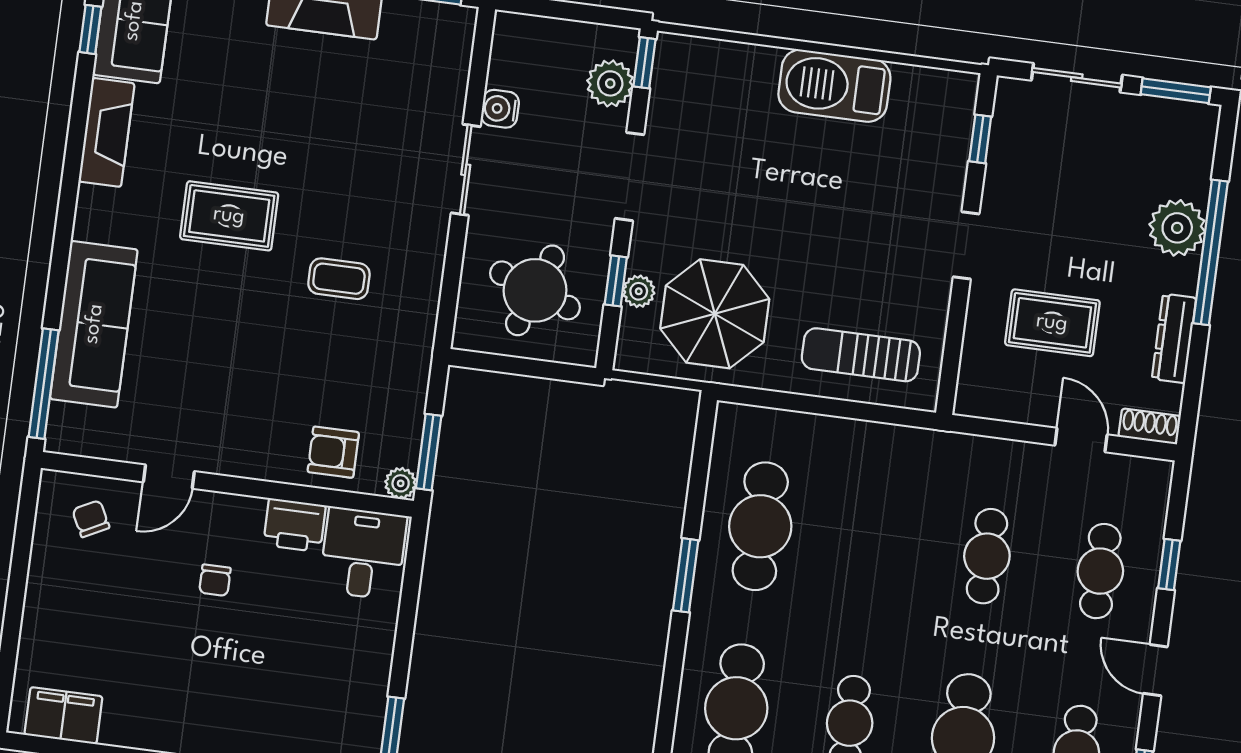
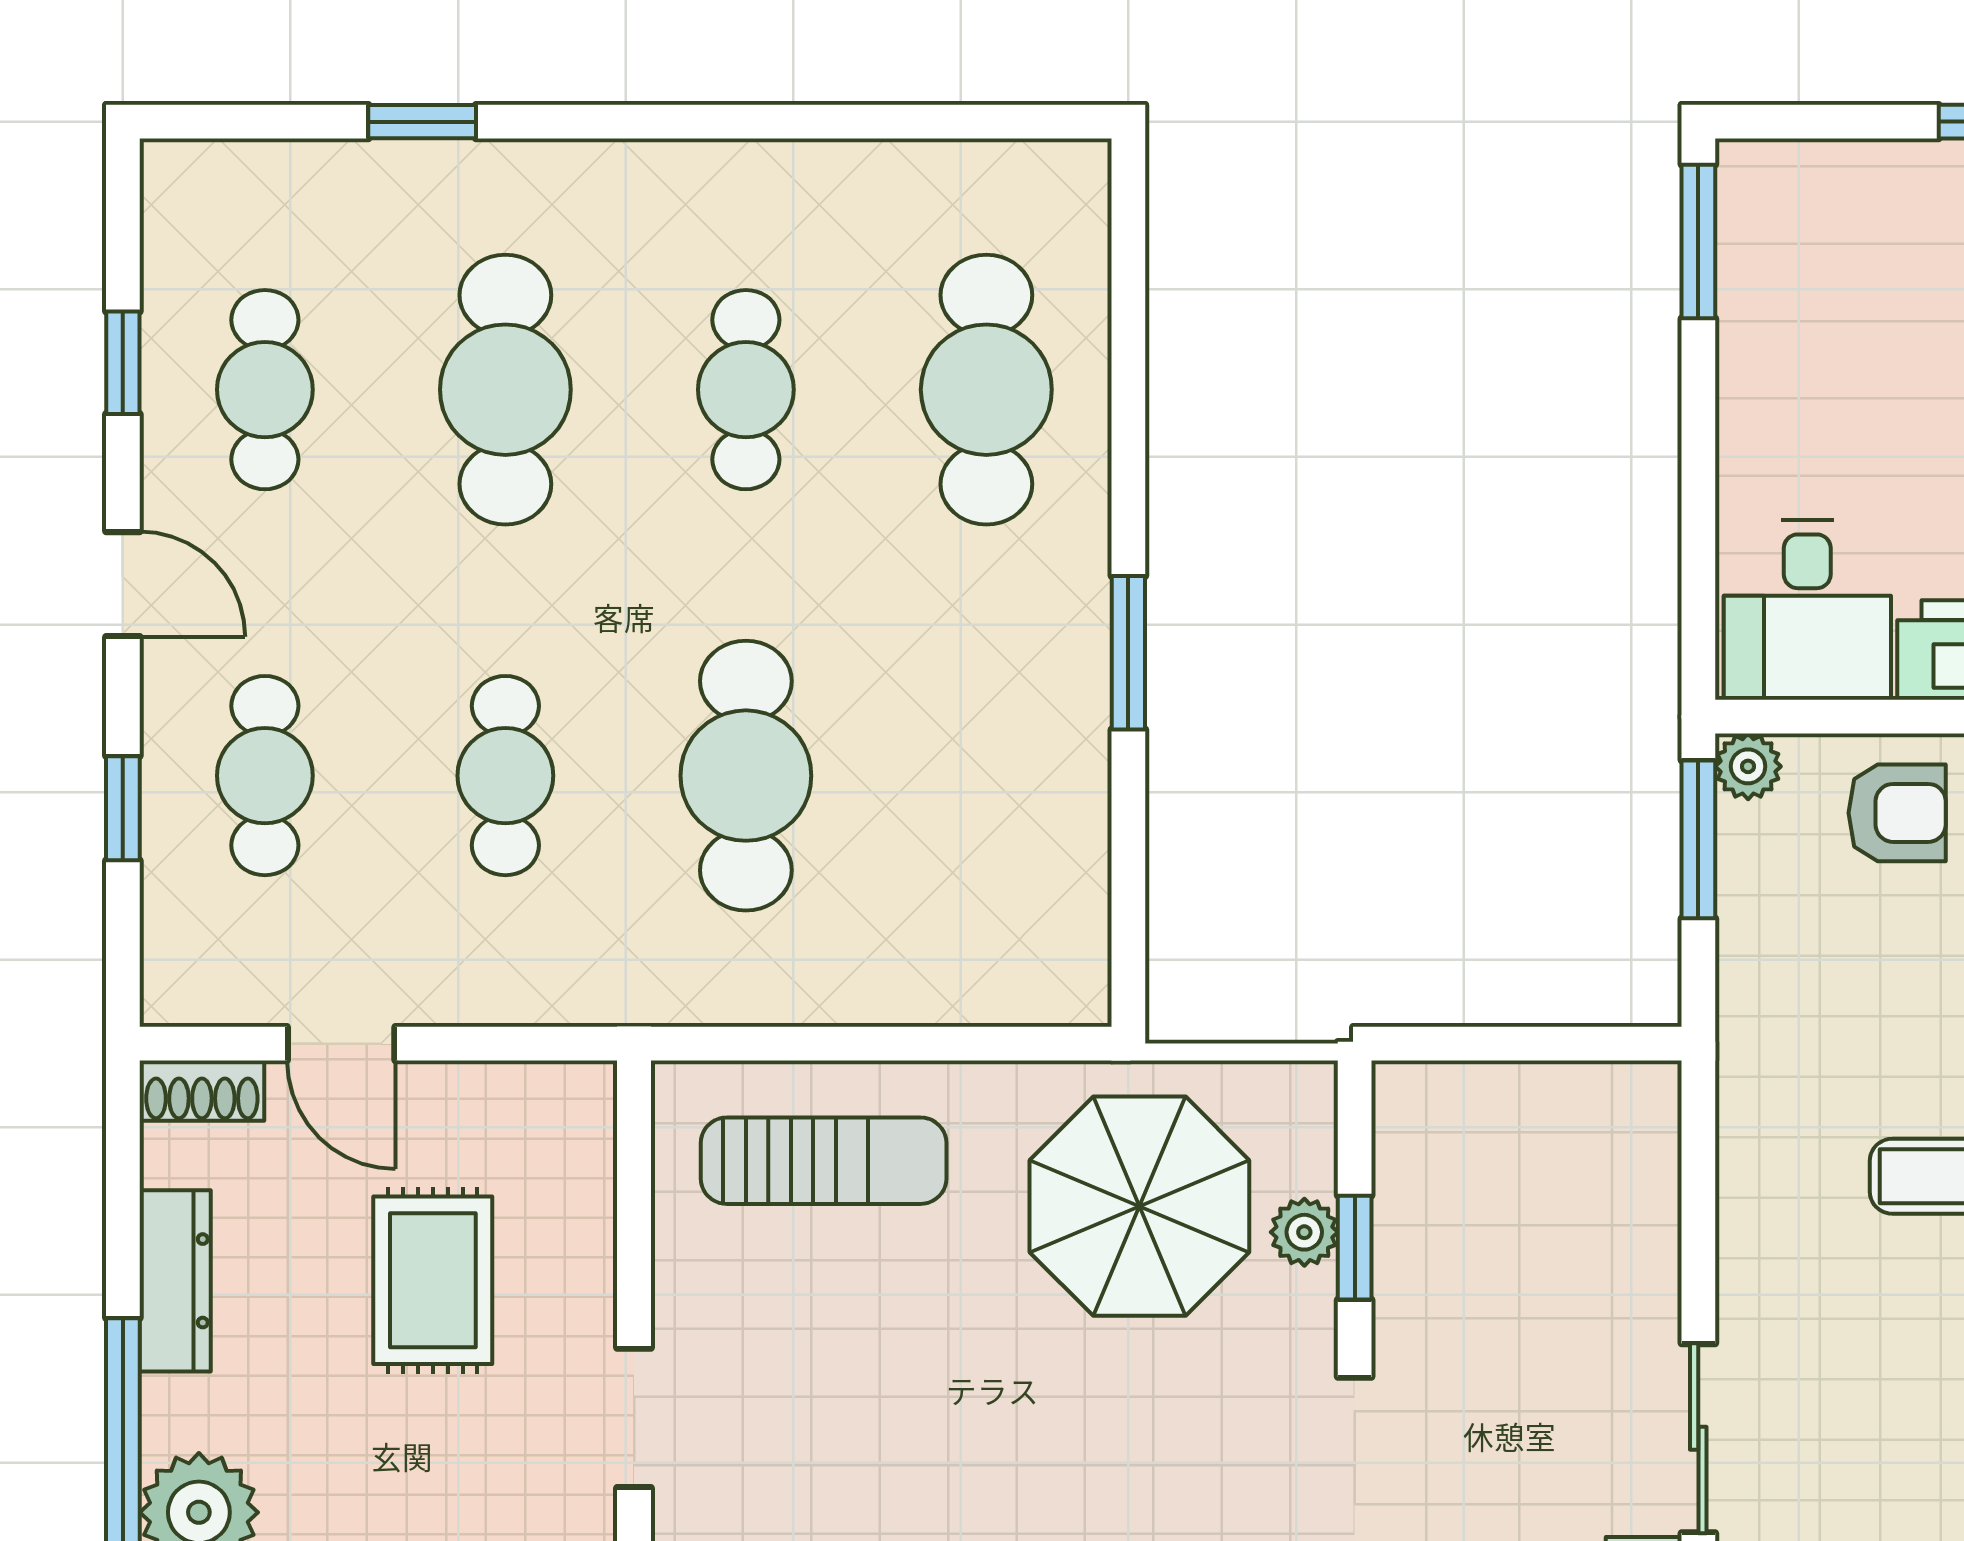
round table: (535, 290) -> (1521, 1206), removed
rug: (1052, 323) -> (433, 1280), turned 90
cafe table: (760, 526) -> (746, 776), moved

